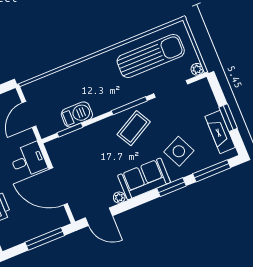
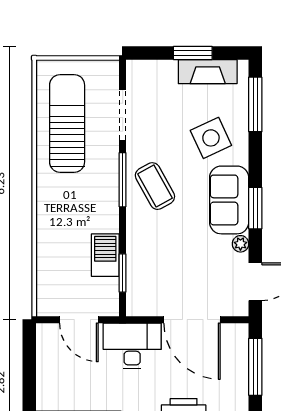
plant: (197, 69) -> (111, 68), removed
desk: (28, 160) -> (132, 346), width x1.37
door: (58, 186) -> (192, 320), hinge flipped
window: (171, 187) -> (255, 208), moved

